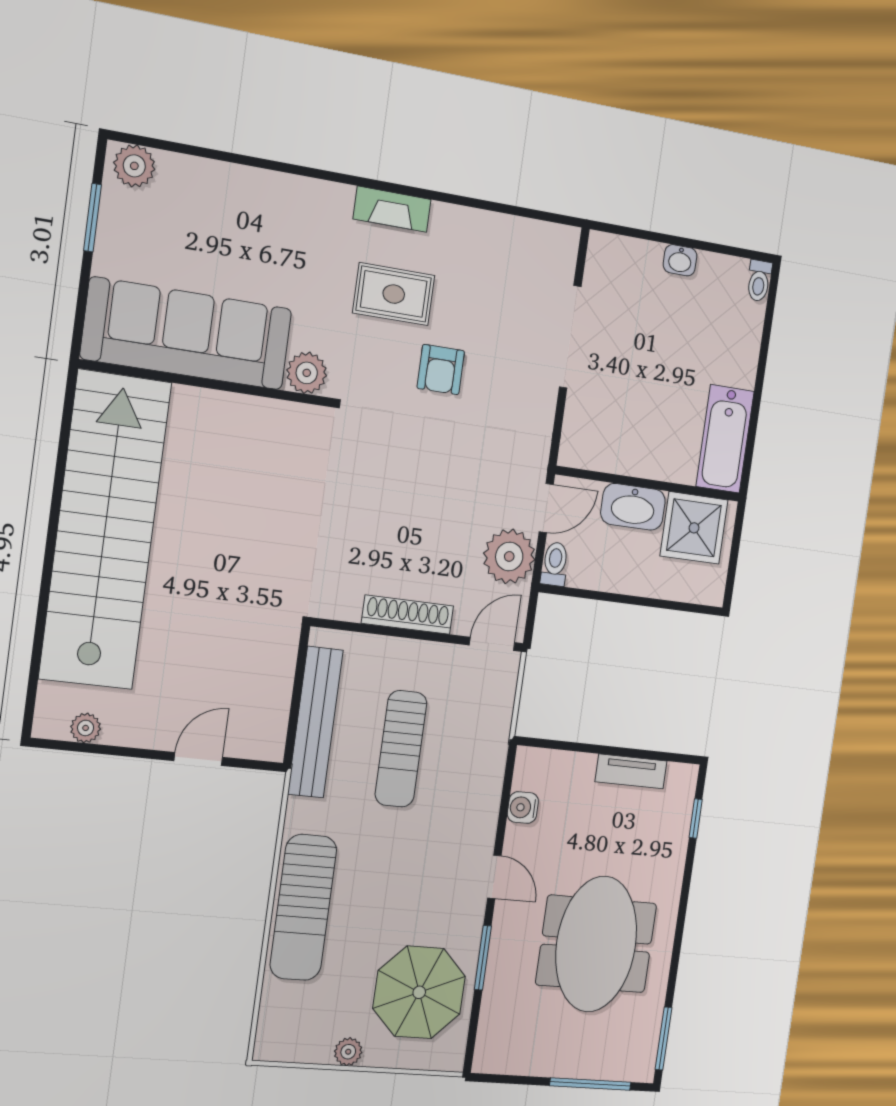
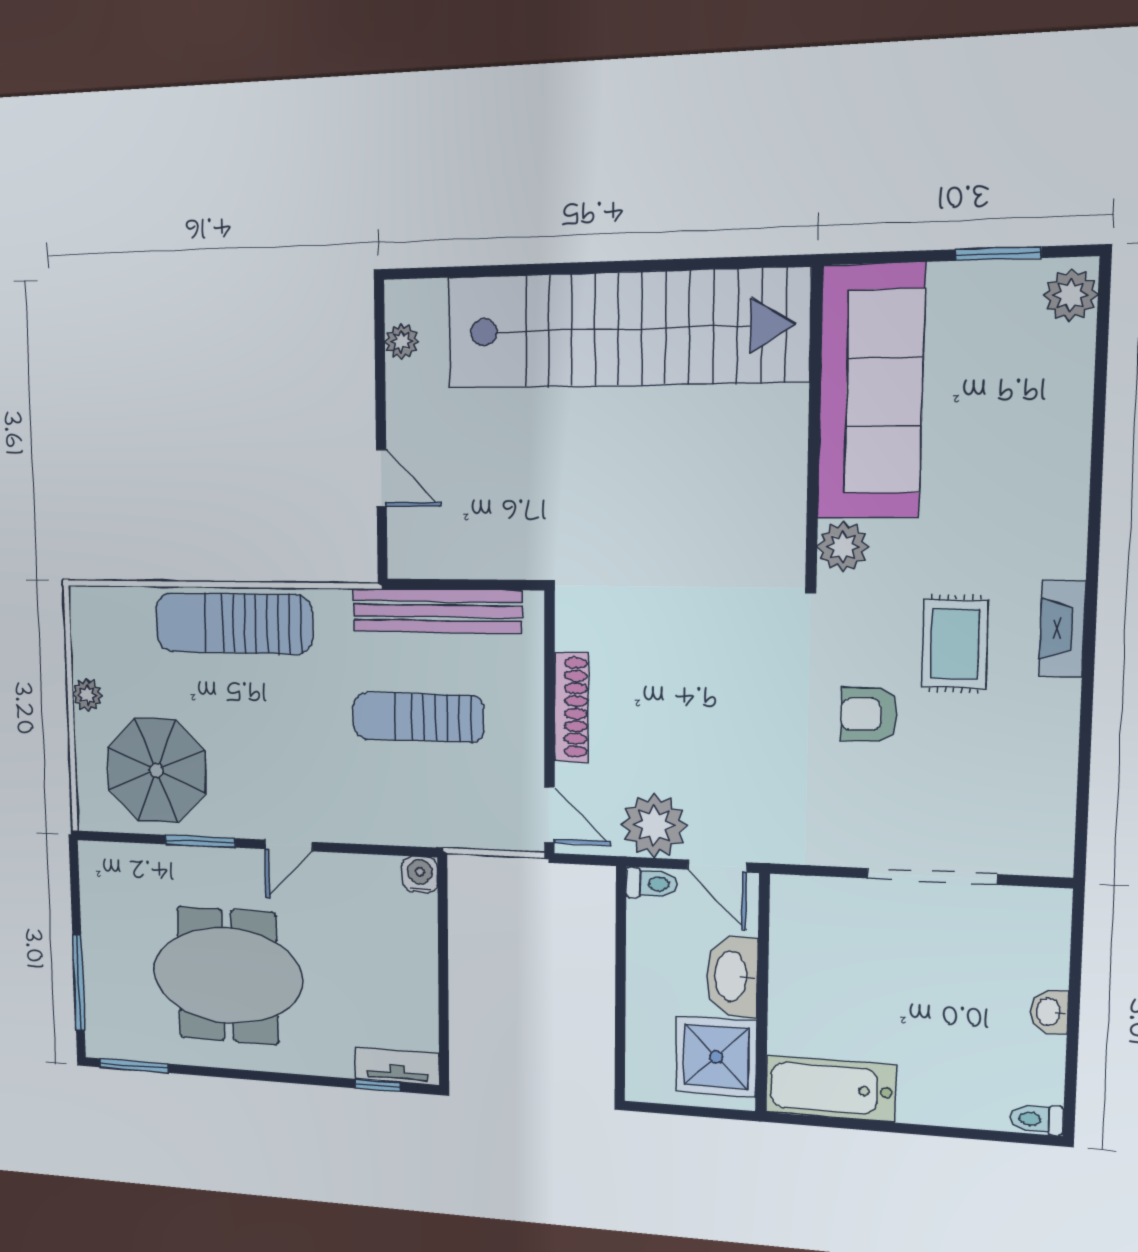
tv unit: (631, 771) -> (397, 1066), moved, turned 90
water cooler: (523, 808) -> (420, 875), moved

